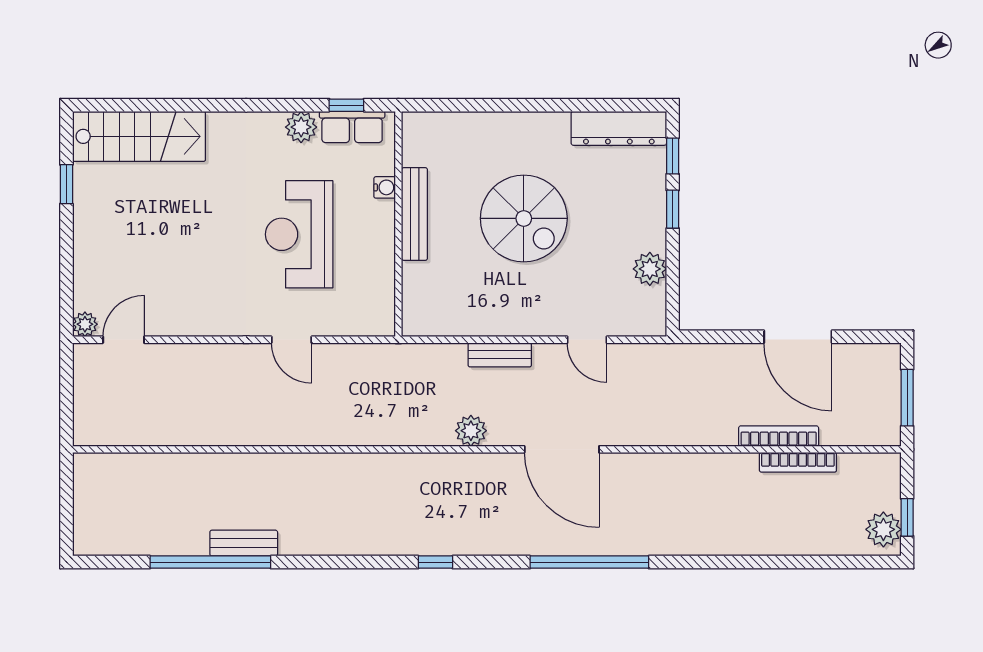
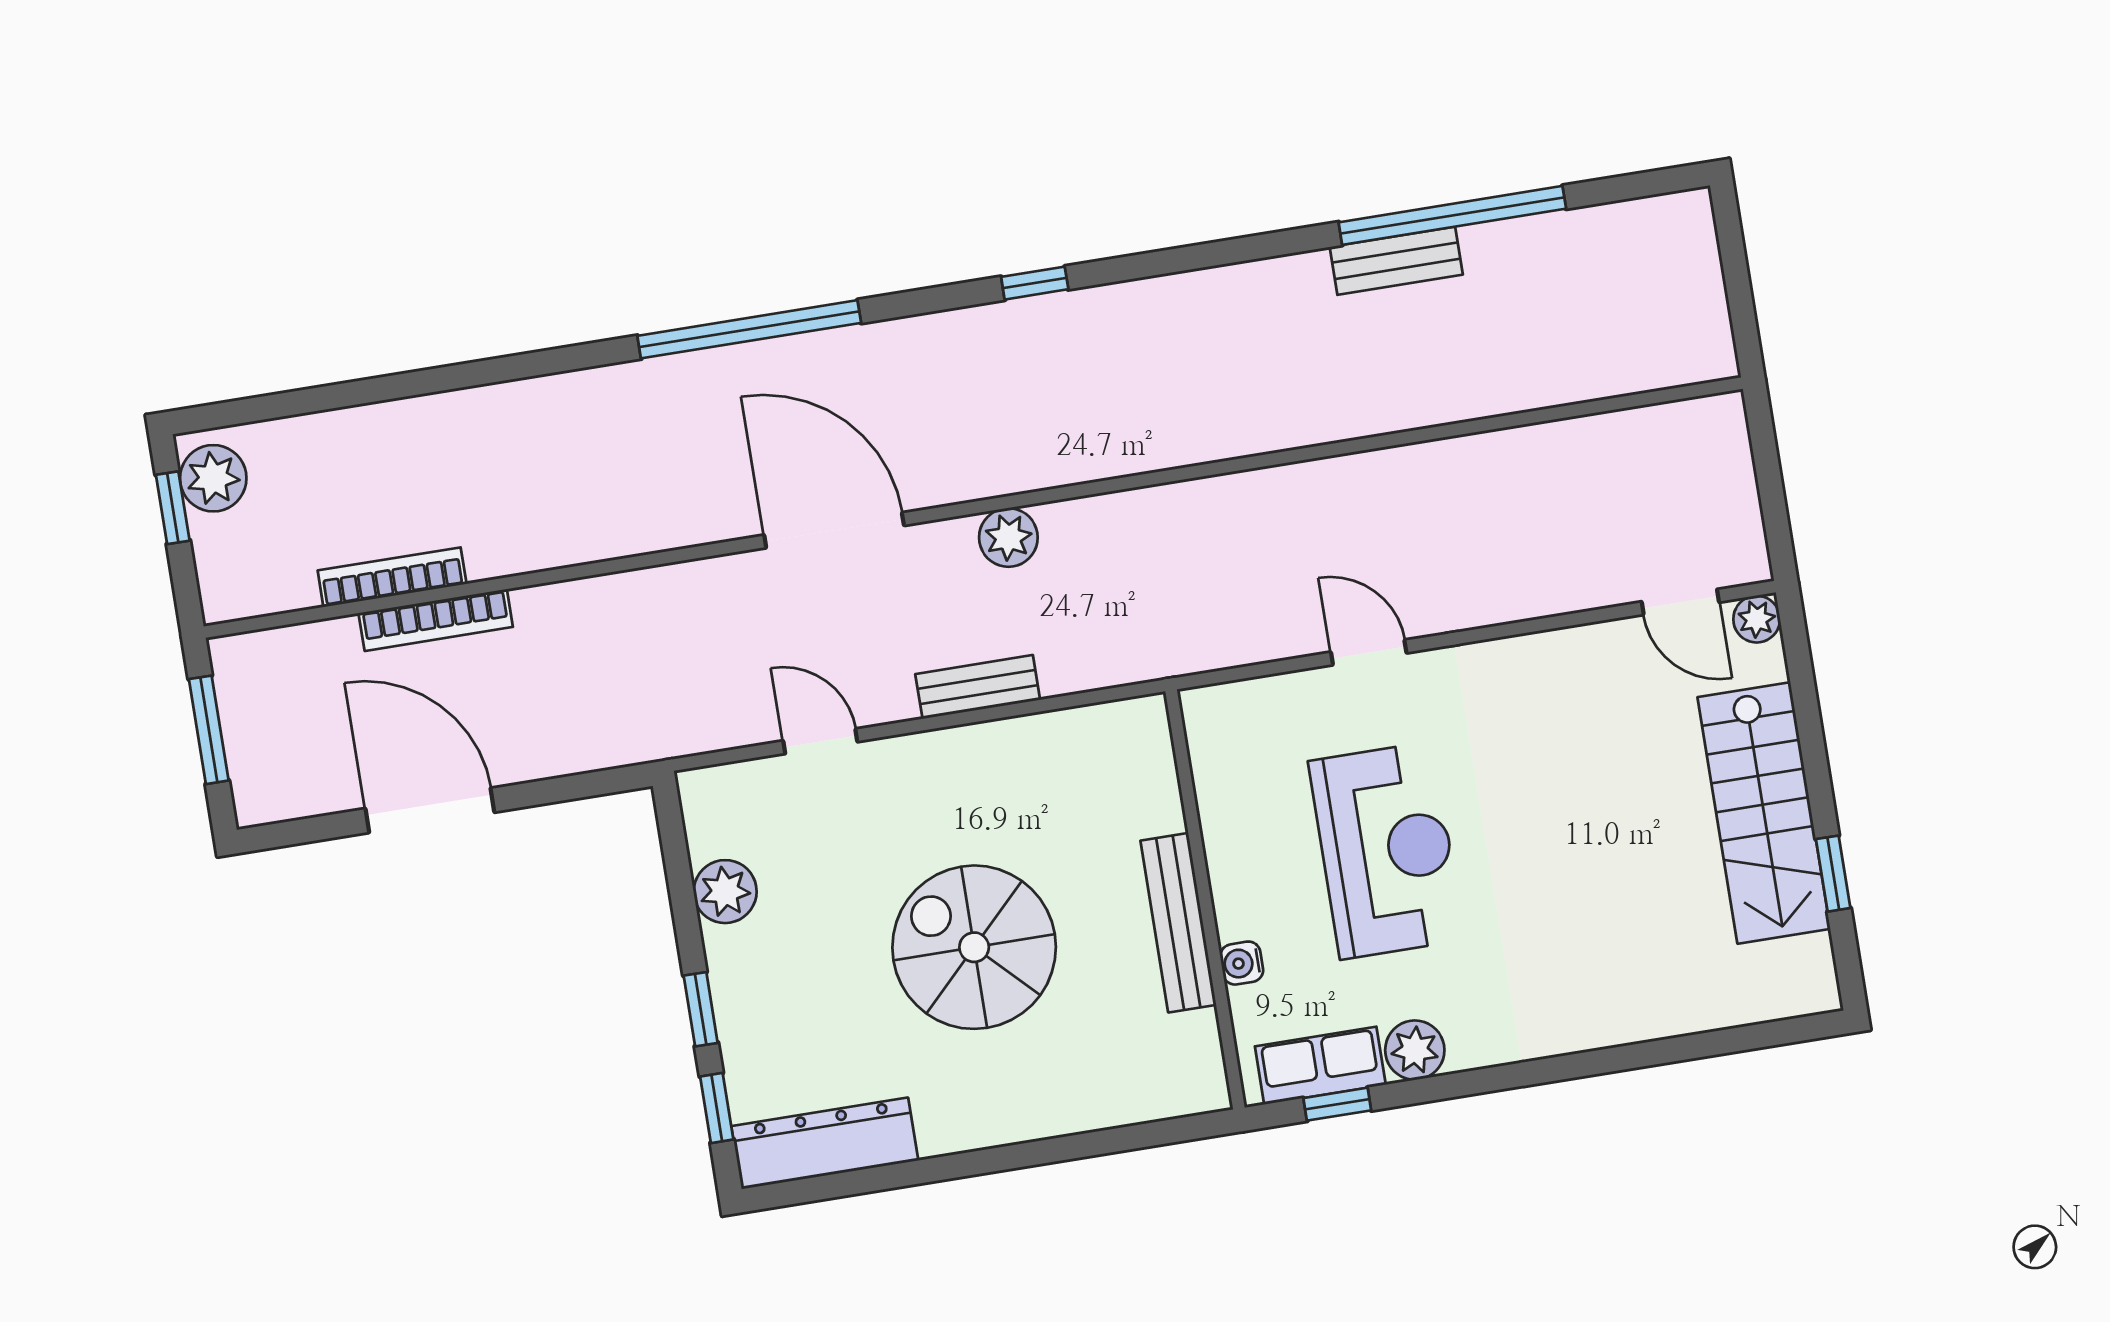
stairs: (139, 136) -> (1764, 813), moved, turned -90
door: (124, 340) -> (1680, 602), hinge flipped

